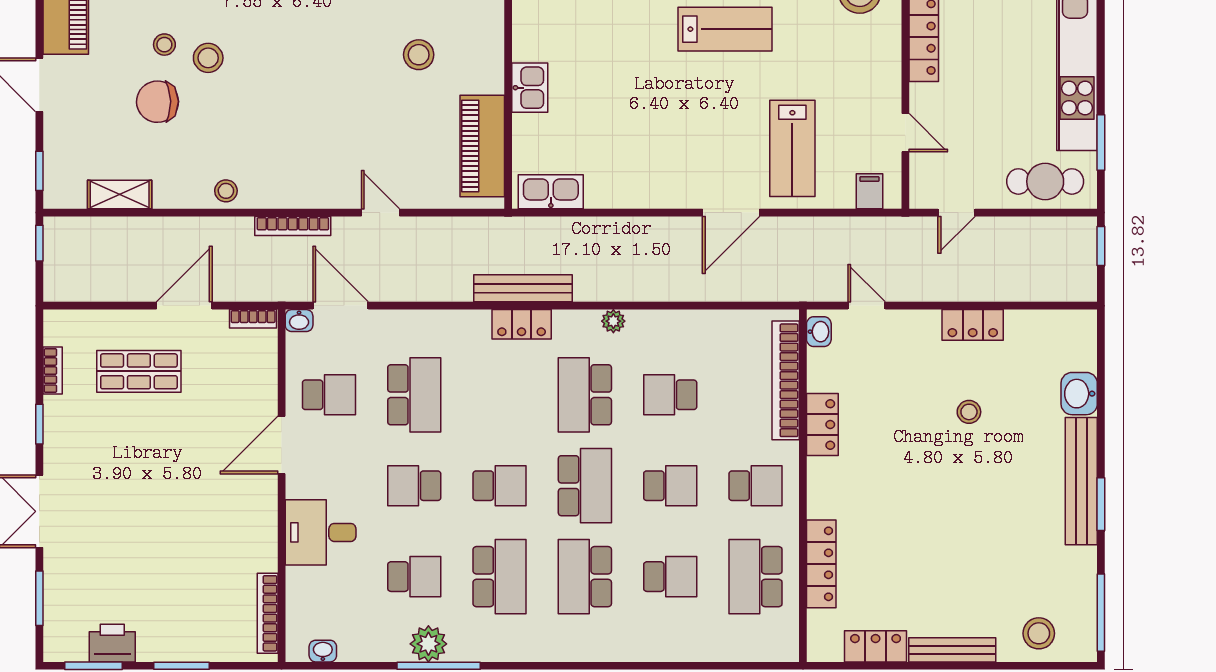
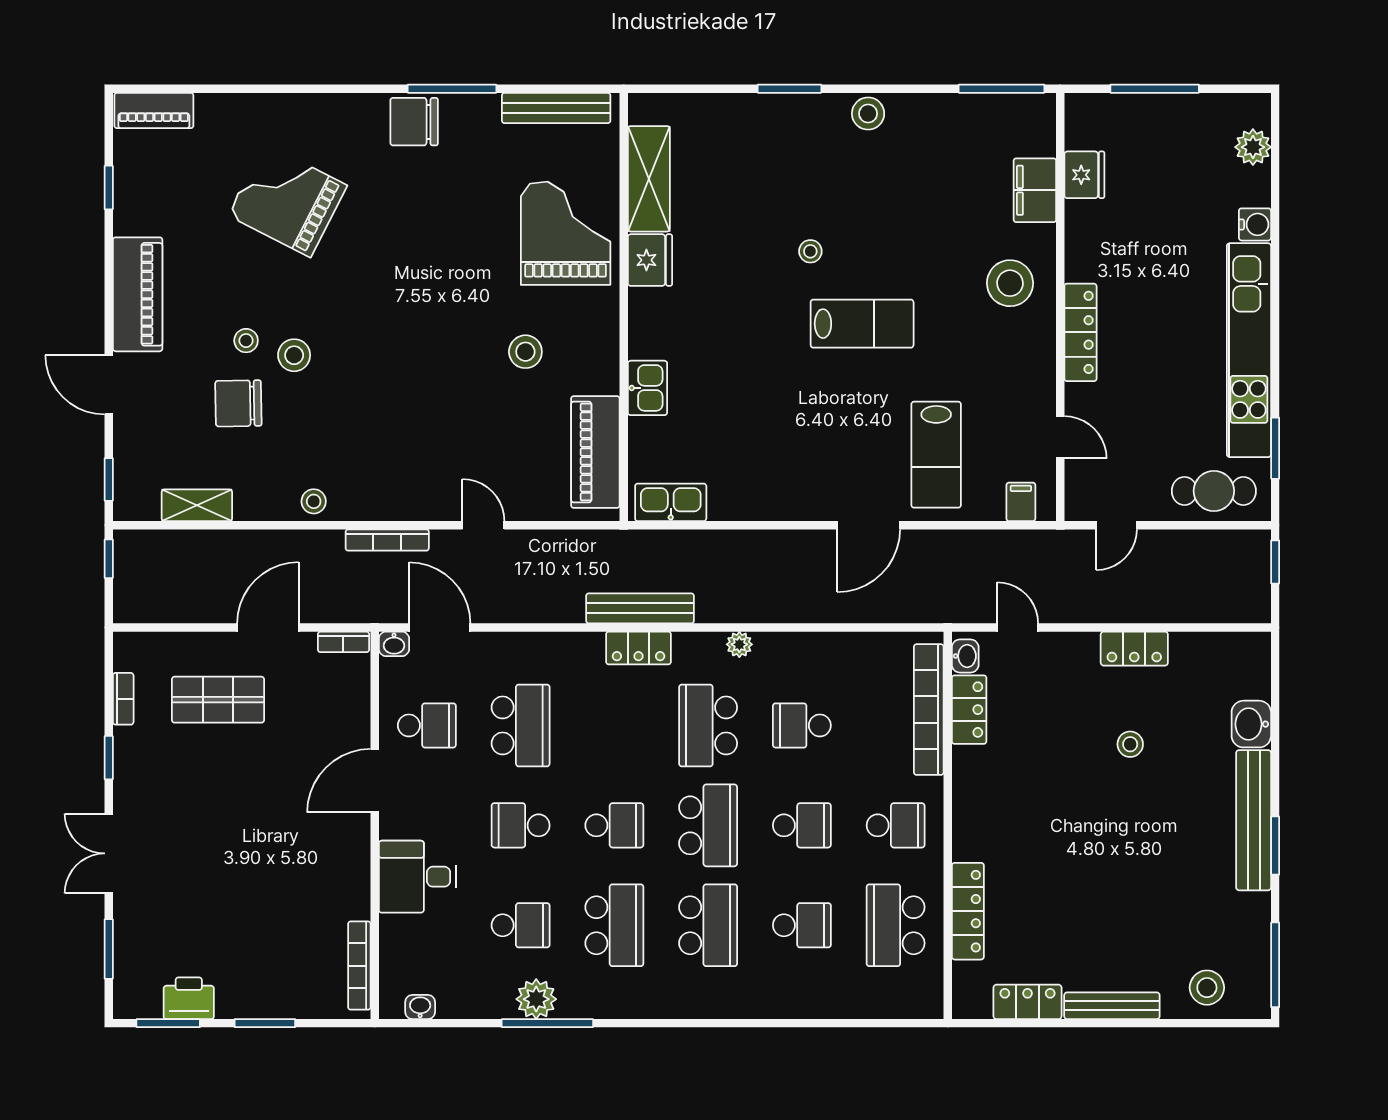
locker: (822, 424) -> (969, 710), moved
school desk: (585, 577) -> (708, 925), turned 180

